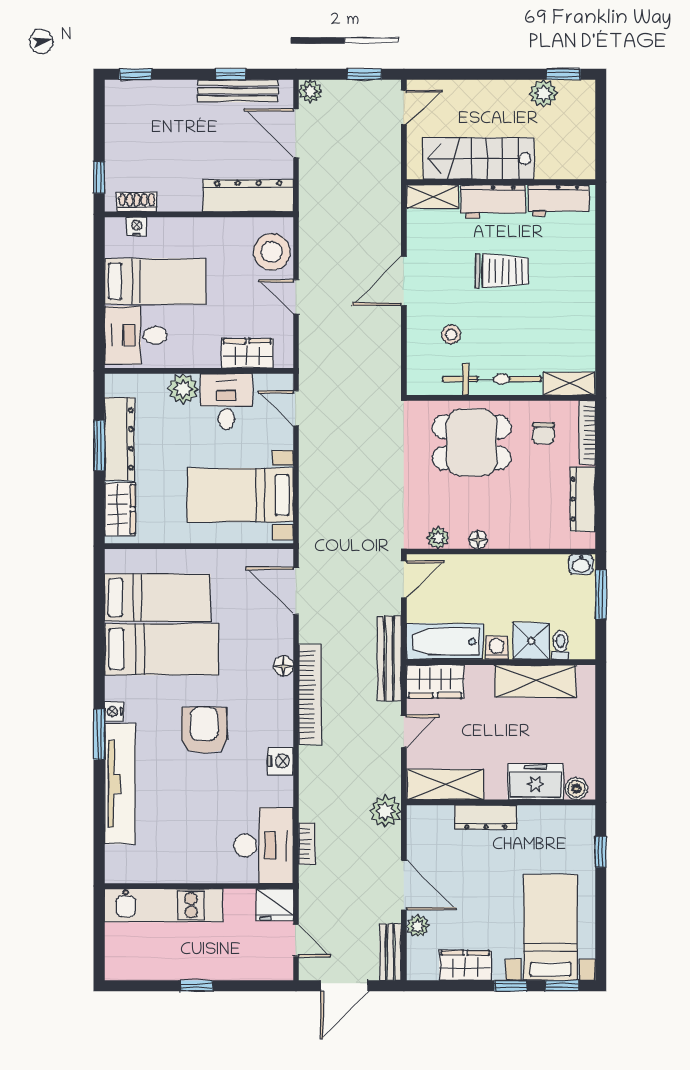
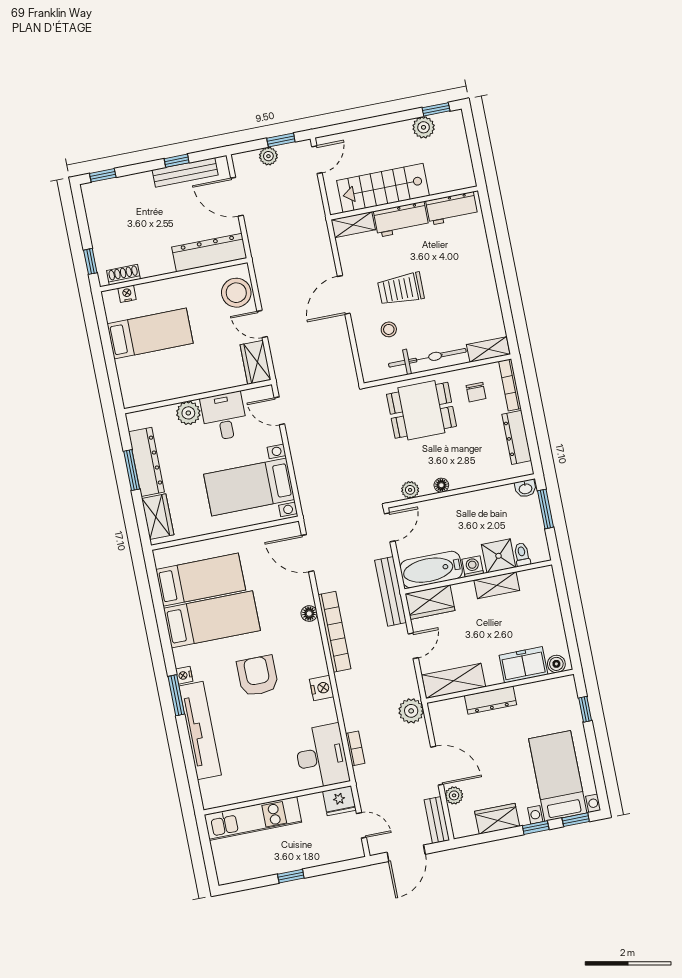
plant: (310, 91) -> (268, 156), moved
trolley: (502, 271) -> (401, 289), moved, turned 180
desk: (136, 335) -> (143, 379), removed
wardrobe: (247, 353) -> (256, 362), moved, turned -90
shelving: (535, 681) -> (497, 585), width x0.67, depth x0.75

